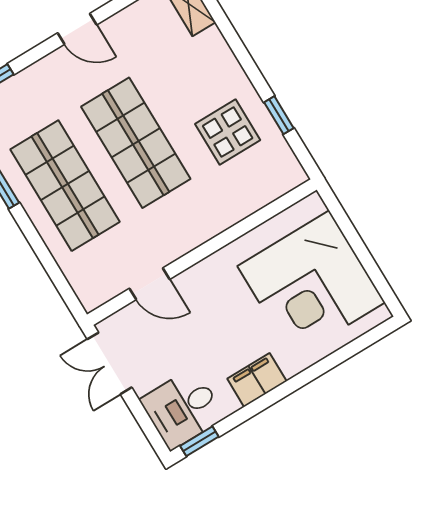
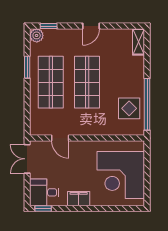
door: (77, 29) -> (91, 26), hinge flipped
window: (279, 115) -> (147, 104), width x3.17
display table: (228, 132) -> (129, 108), moved

